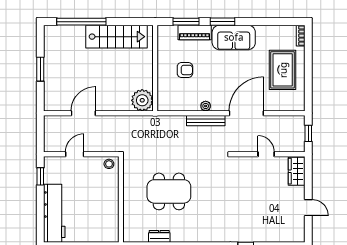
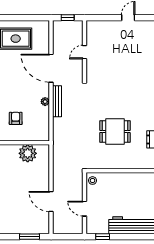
window: (40, 69) -> (29, 237), moved
plant: (142, 100) -> (28, 153), moved
wardrobe: (297, 171) -> (98, 27), removed
dining table: (169, 191) -> (115, 131), width x0.73

